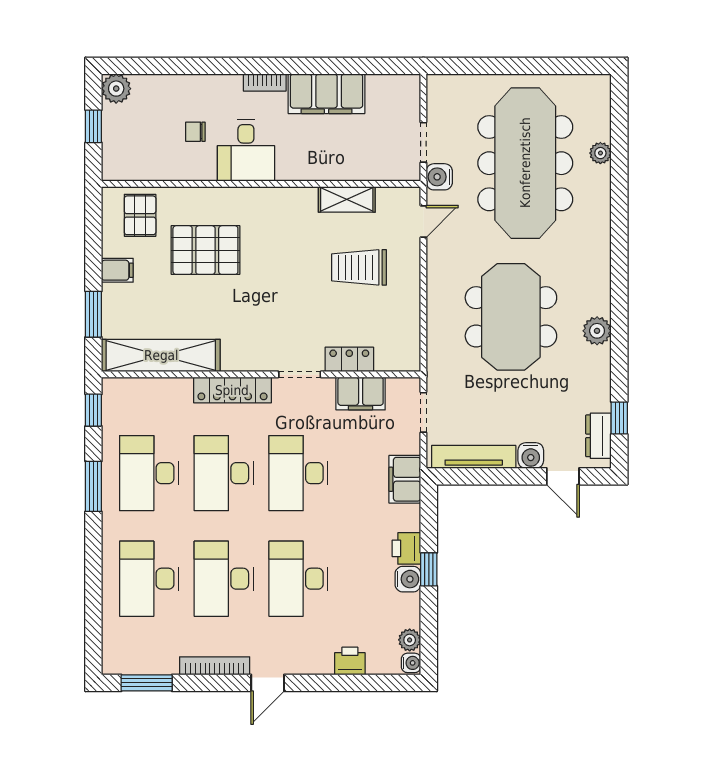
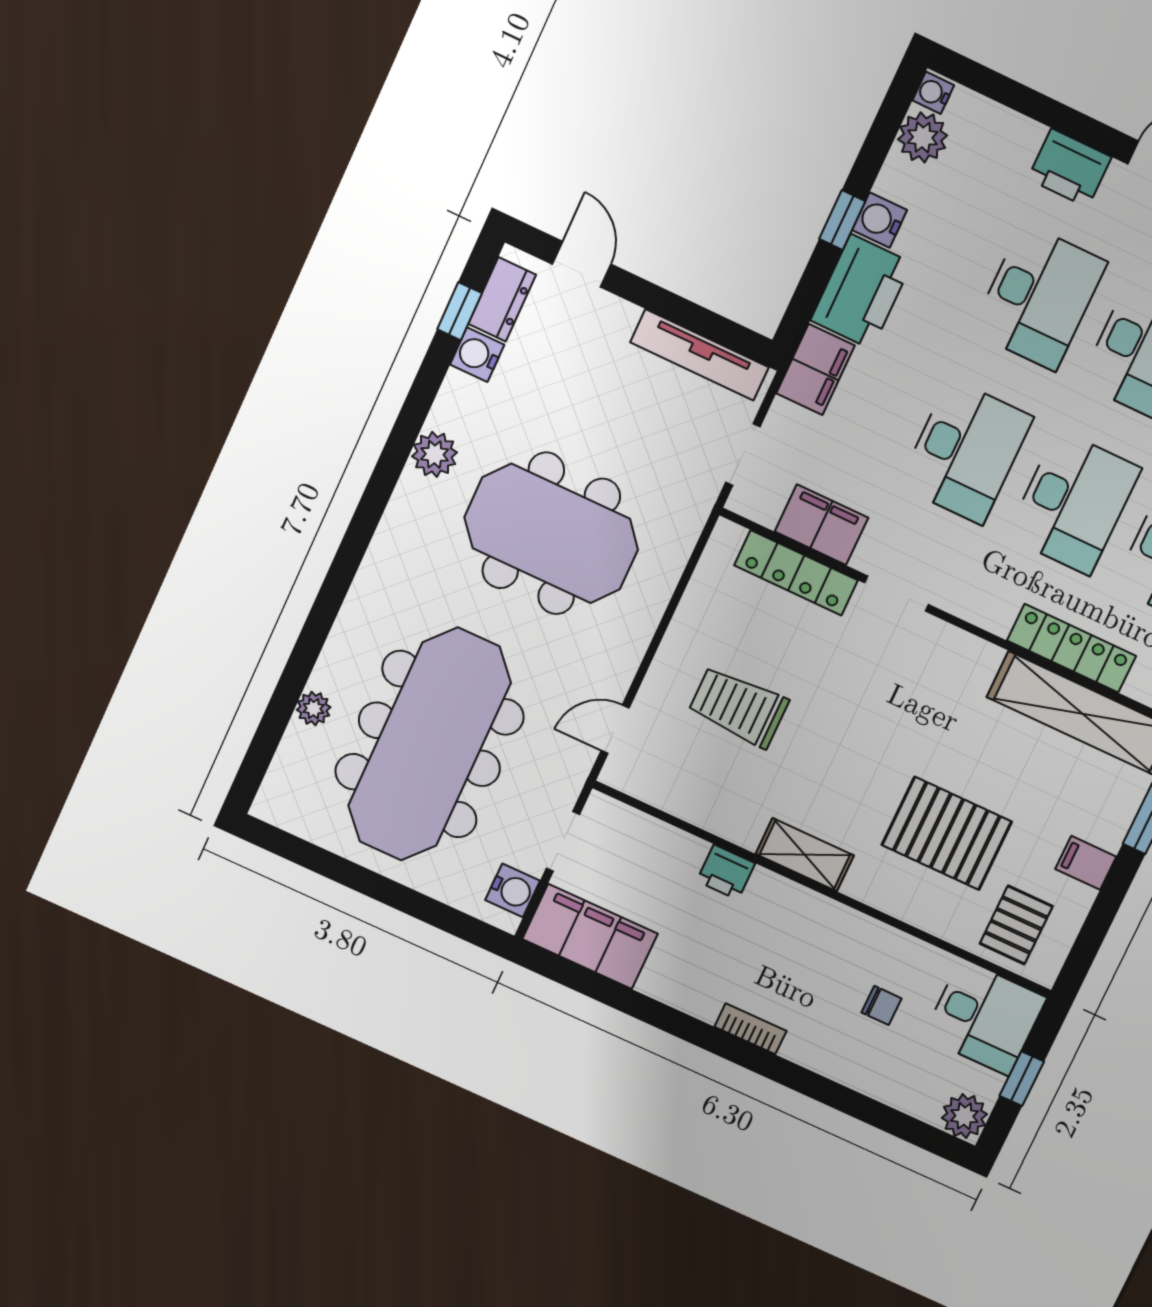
filing cabinet: (326, 94) -> (590, 936), moved
desk: (246, 150) -> (985, 1017), moved, turned 90
printer: (322, 168) -> (726, 872), added
water cooler: (439, 177) -> (513, 890), moved
shelving: (347, 199) -> (805, 855), moved
trolley: (359, 267) -> (738, 707), turned 180
meeting table: (511, 317) -> (551, 533), turned 90
locker: (349, 359) -> (796, 573), width x1.53
locker: (232, 390) -> (1072, 648), moved
water cooler: (531, 455) -> (477, 355), moved, turned -90
printer: (406, 548) -> (861, 292), width x1.87, depth x1.48
plant: (410, 640) -> (923, 137), width x1.38, depth x1.38
printer: (350, 661) -> (1070, 168), moved, width x1.36, depth x1.24

